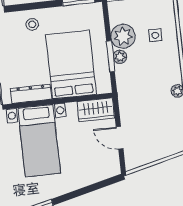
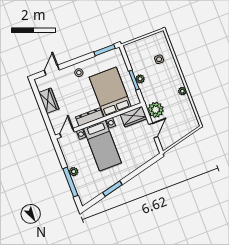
plant: (123, 36) -> (156, 110), moved
door: (120, 138) -> (153, 131), swing flipped

